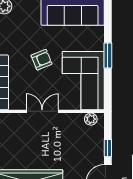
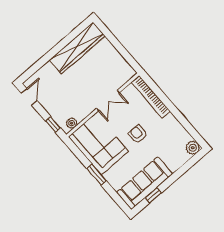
armchair: (42, 60) -> (138, 134), turned 112
window: (108, 148) -> (53, 124), moved

